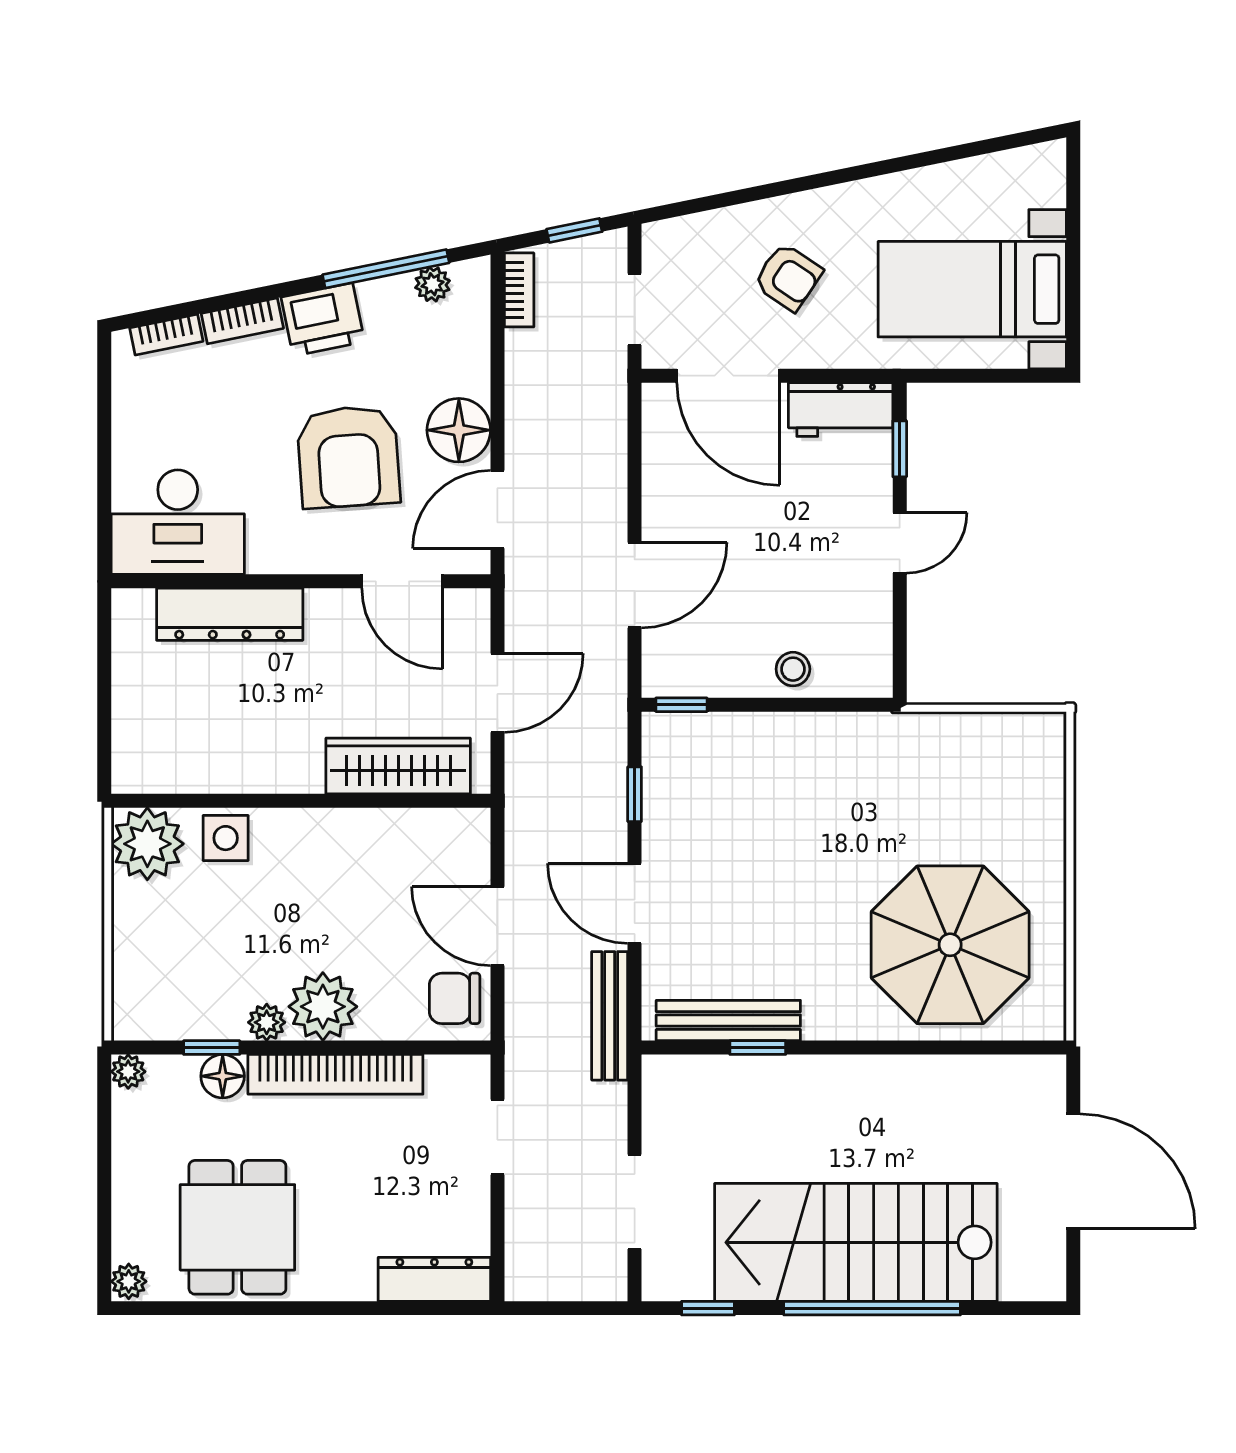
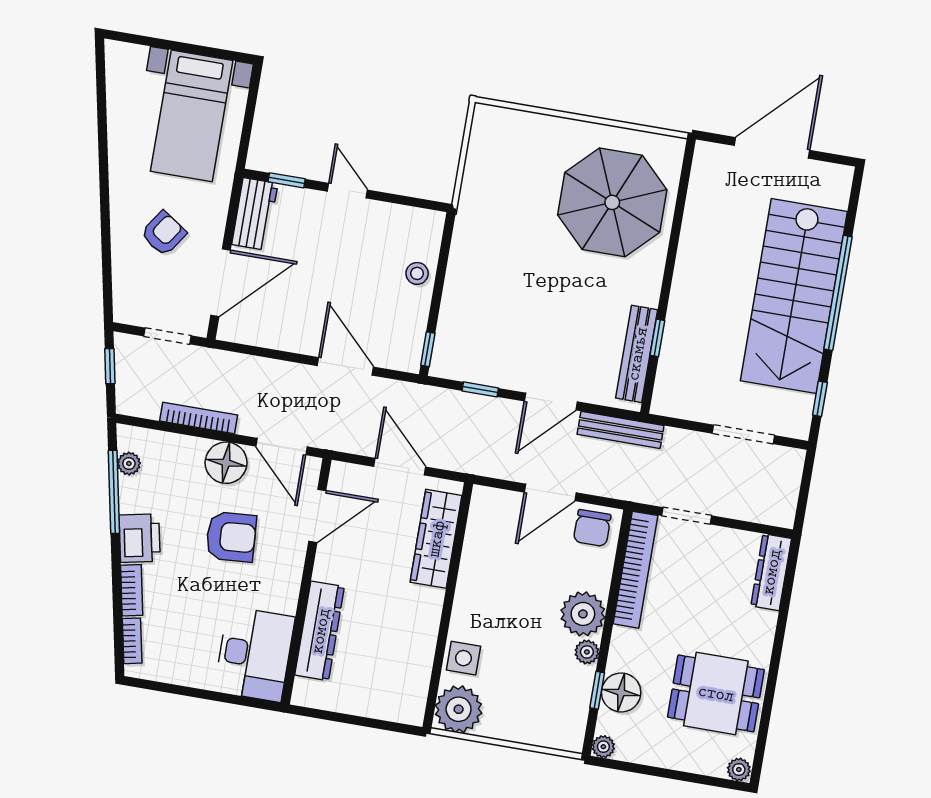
bookcase: (519, 290) -> (199, 418), moved, width x1.56
armchair: (348, 457) -> (231, 537), width x0.73, depth x0.73
bookcase: (335, 1074) -> (635, 570), moved
floor lamp: (223, 1076) -> (621, 692), width x1.38, depth x1.38

